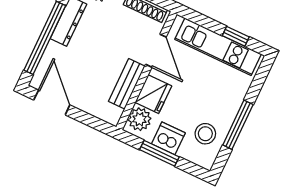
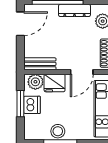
bench: (127, 84) -> (40, 64), moved
stool: (205, 134) -> (58, 131), moved

